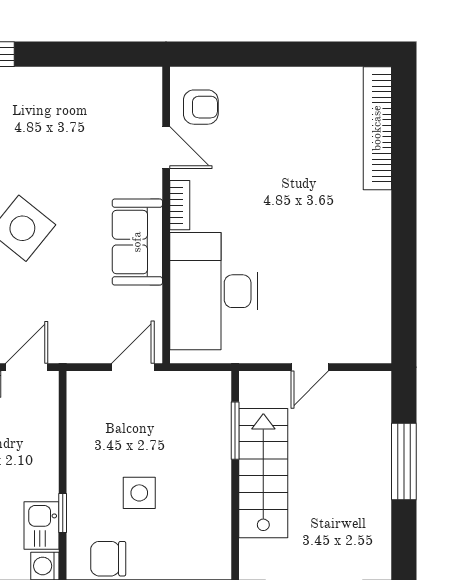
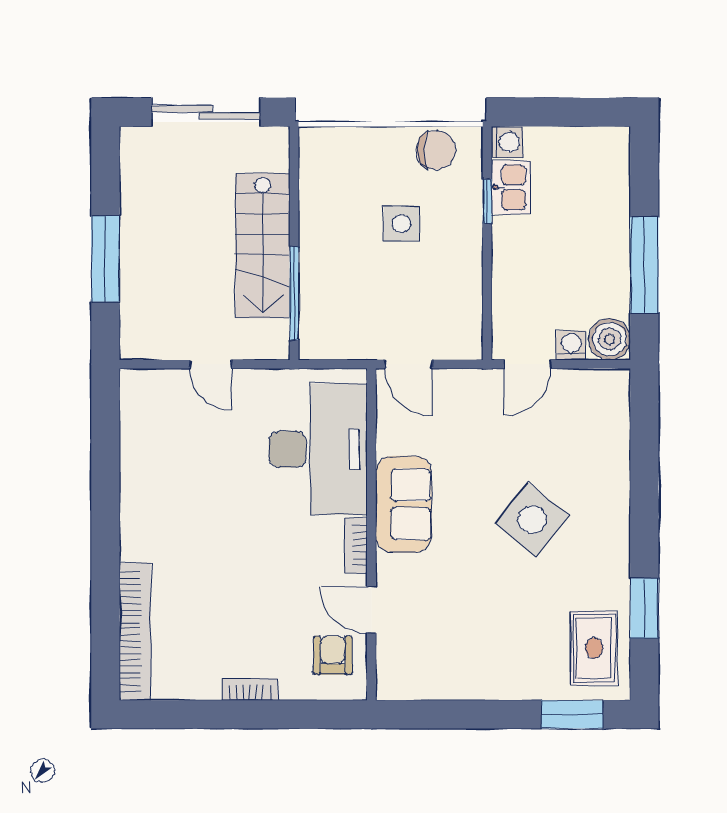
bookcase: (275, 77) -> (250, 689), added
armchair: (201, 107) -> (333, 655), turned 90
door: (133, 367) -> (409, 364), hinge flipped
door: (310, 367) -> (211, 364), swing flipped
window: (235, 431) -> (294, 293), width x1.44

